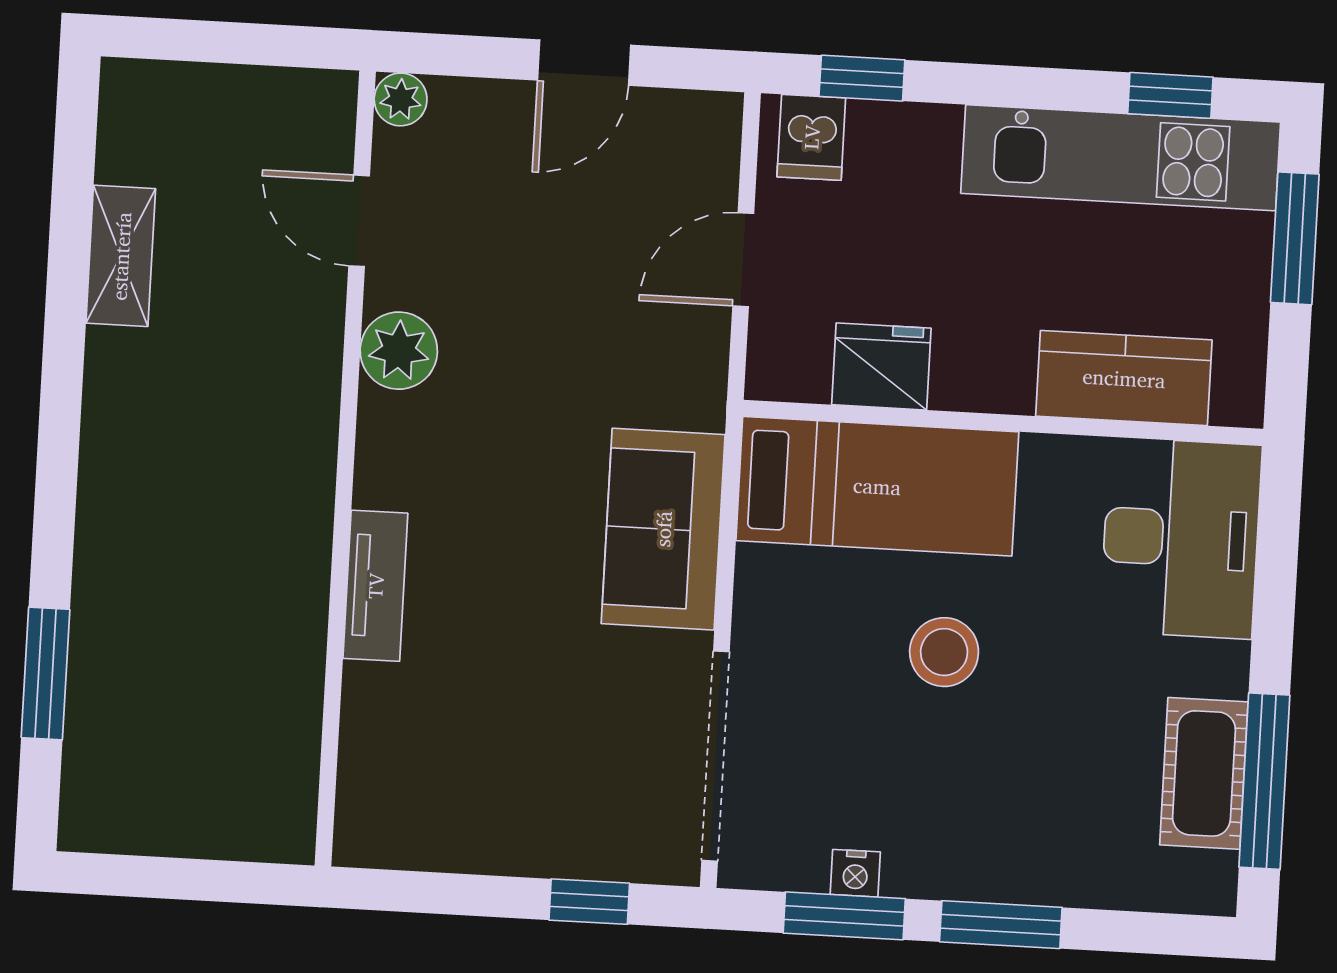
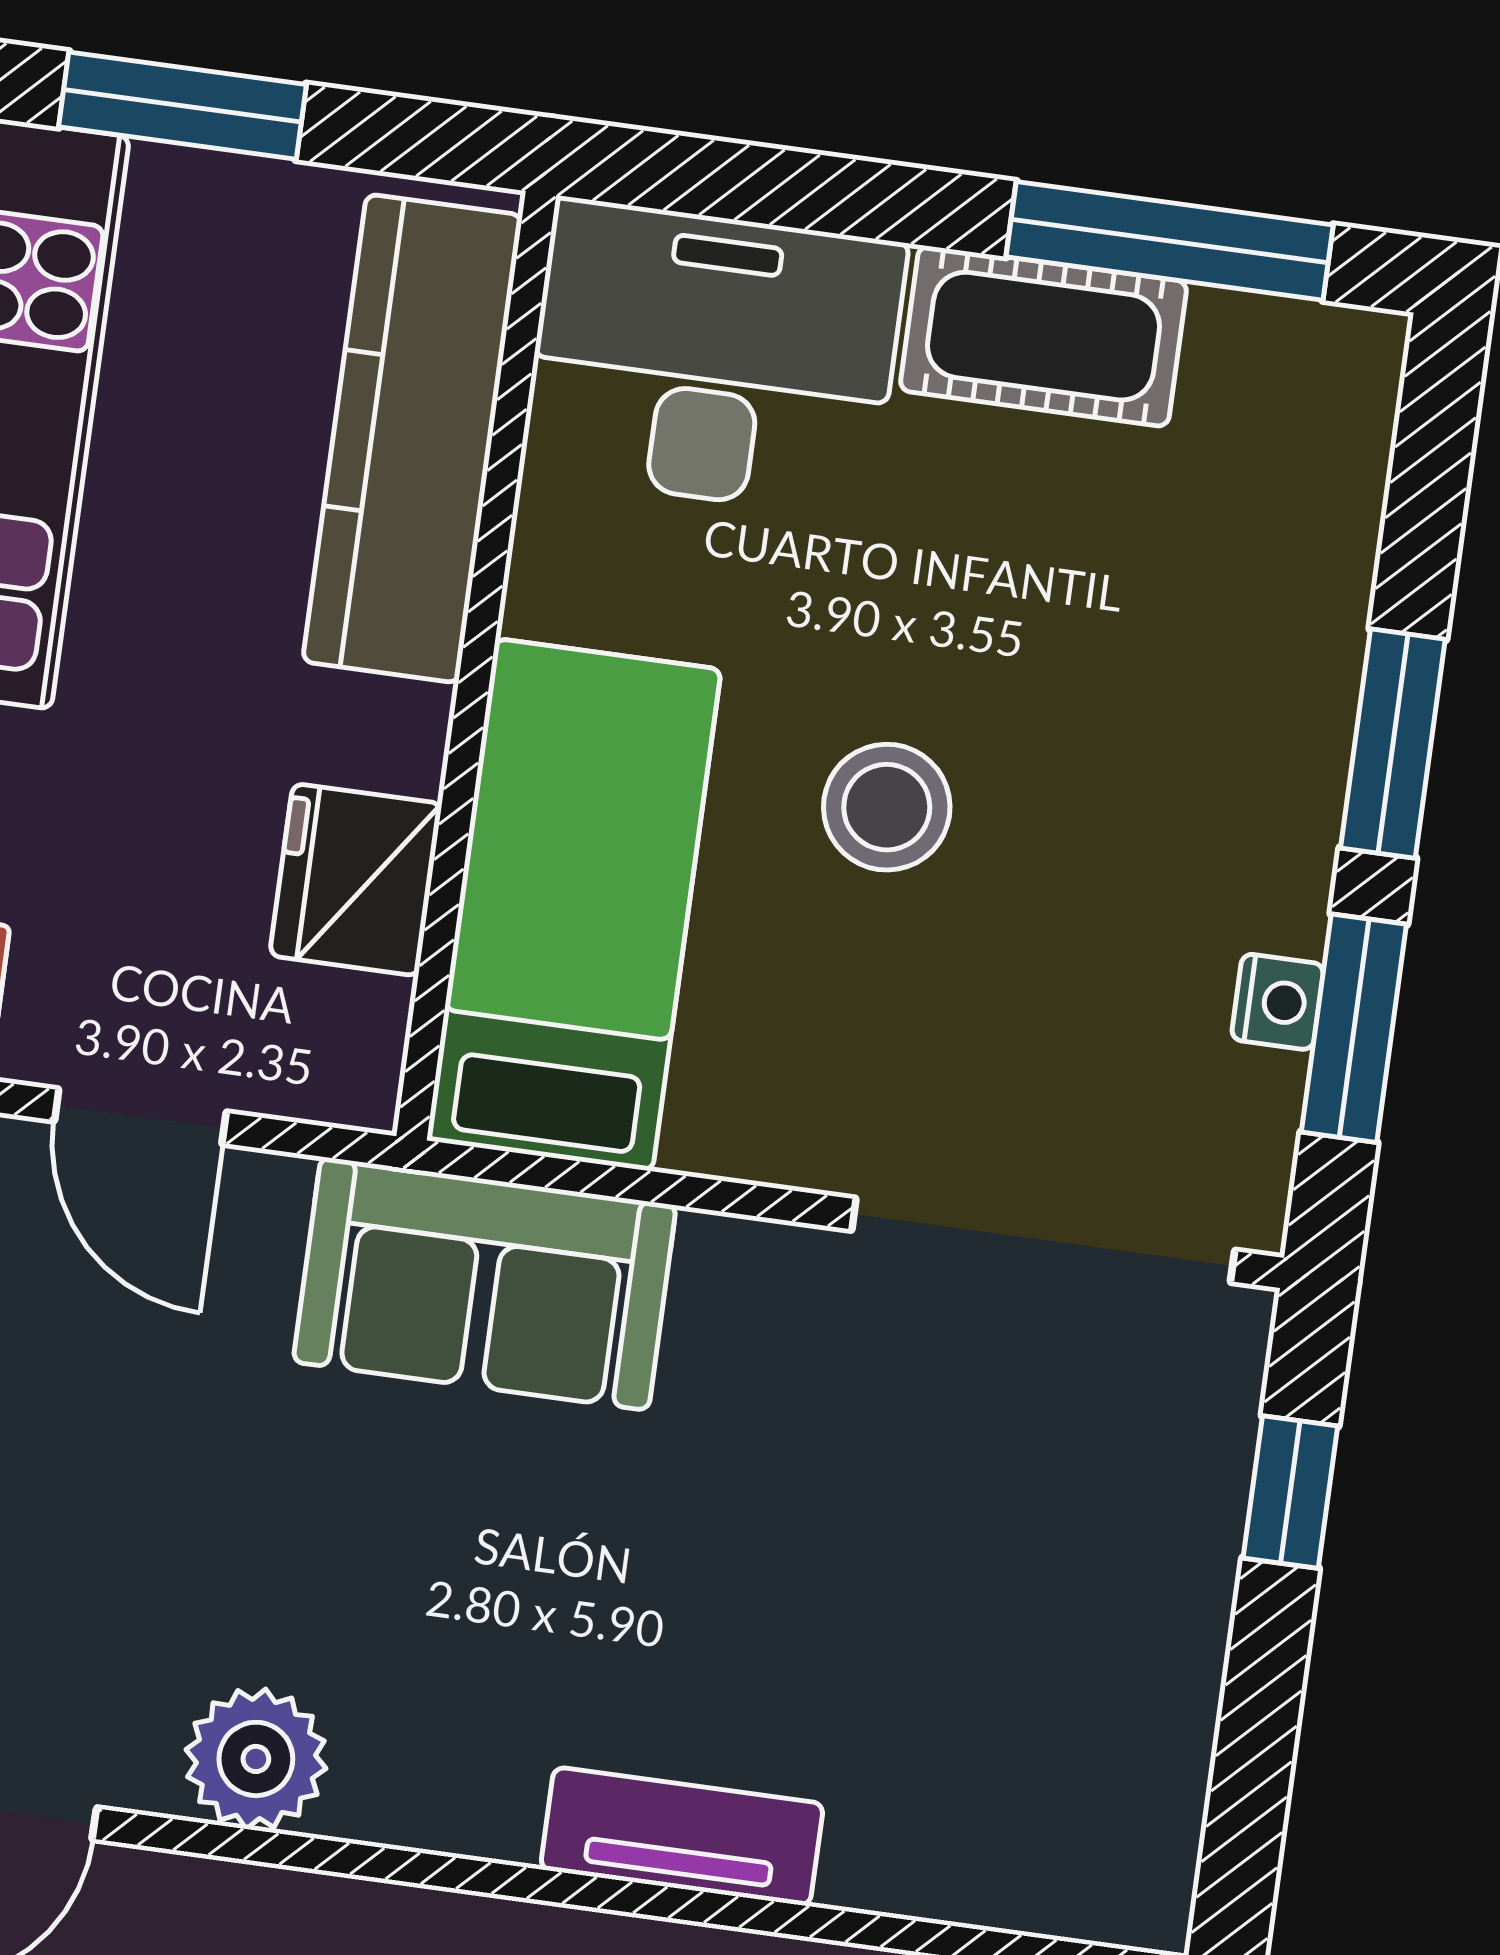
kitchen counter: (1124, 378) -> (413, 438), width x1.50
sofa: (663, 529) -> (485, 1284), moved
cot: (1204, 773) -> (1044, 336), moved

